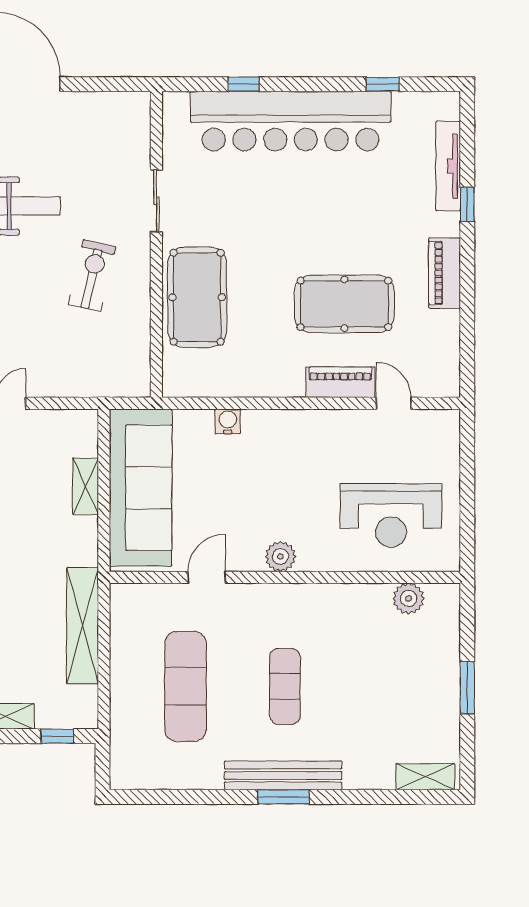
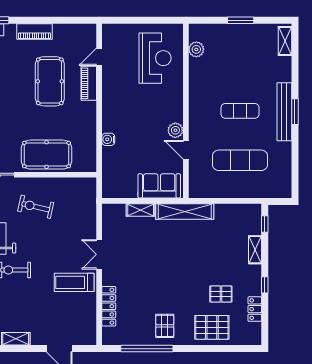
sofa: (141, 488) -> (159, 186), width x0.54, depth x0.79
plant: (280, 557) -> (175, 130), moved
shelving: (83, 626) -> (185, 211), moved

